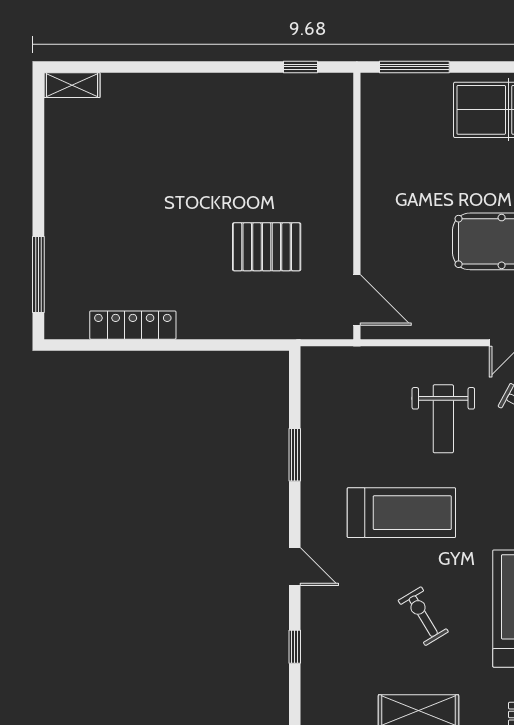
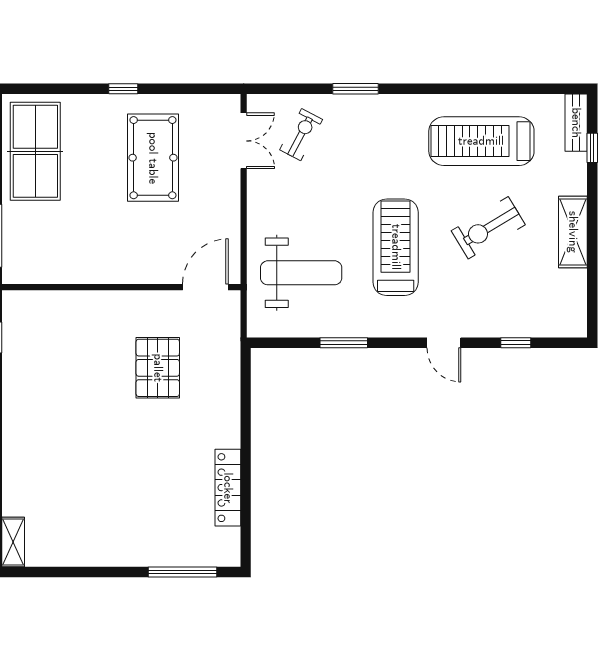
weight bench: (443, 419) -> (301, 273), moved, width x1.36, depth x1.33
door: (295, 567) -> (444, 343), swing flipped
exercise bike: (423, 616) -> (488, 228), width x1.38, depth x1.39

